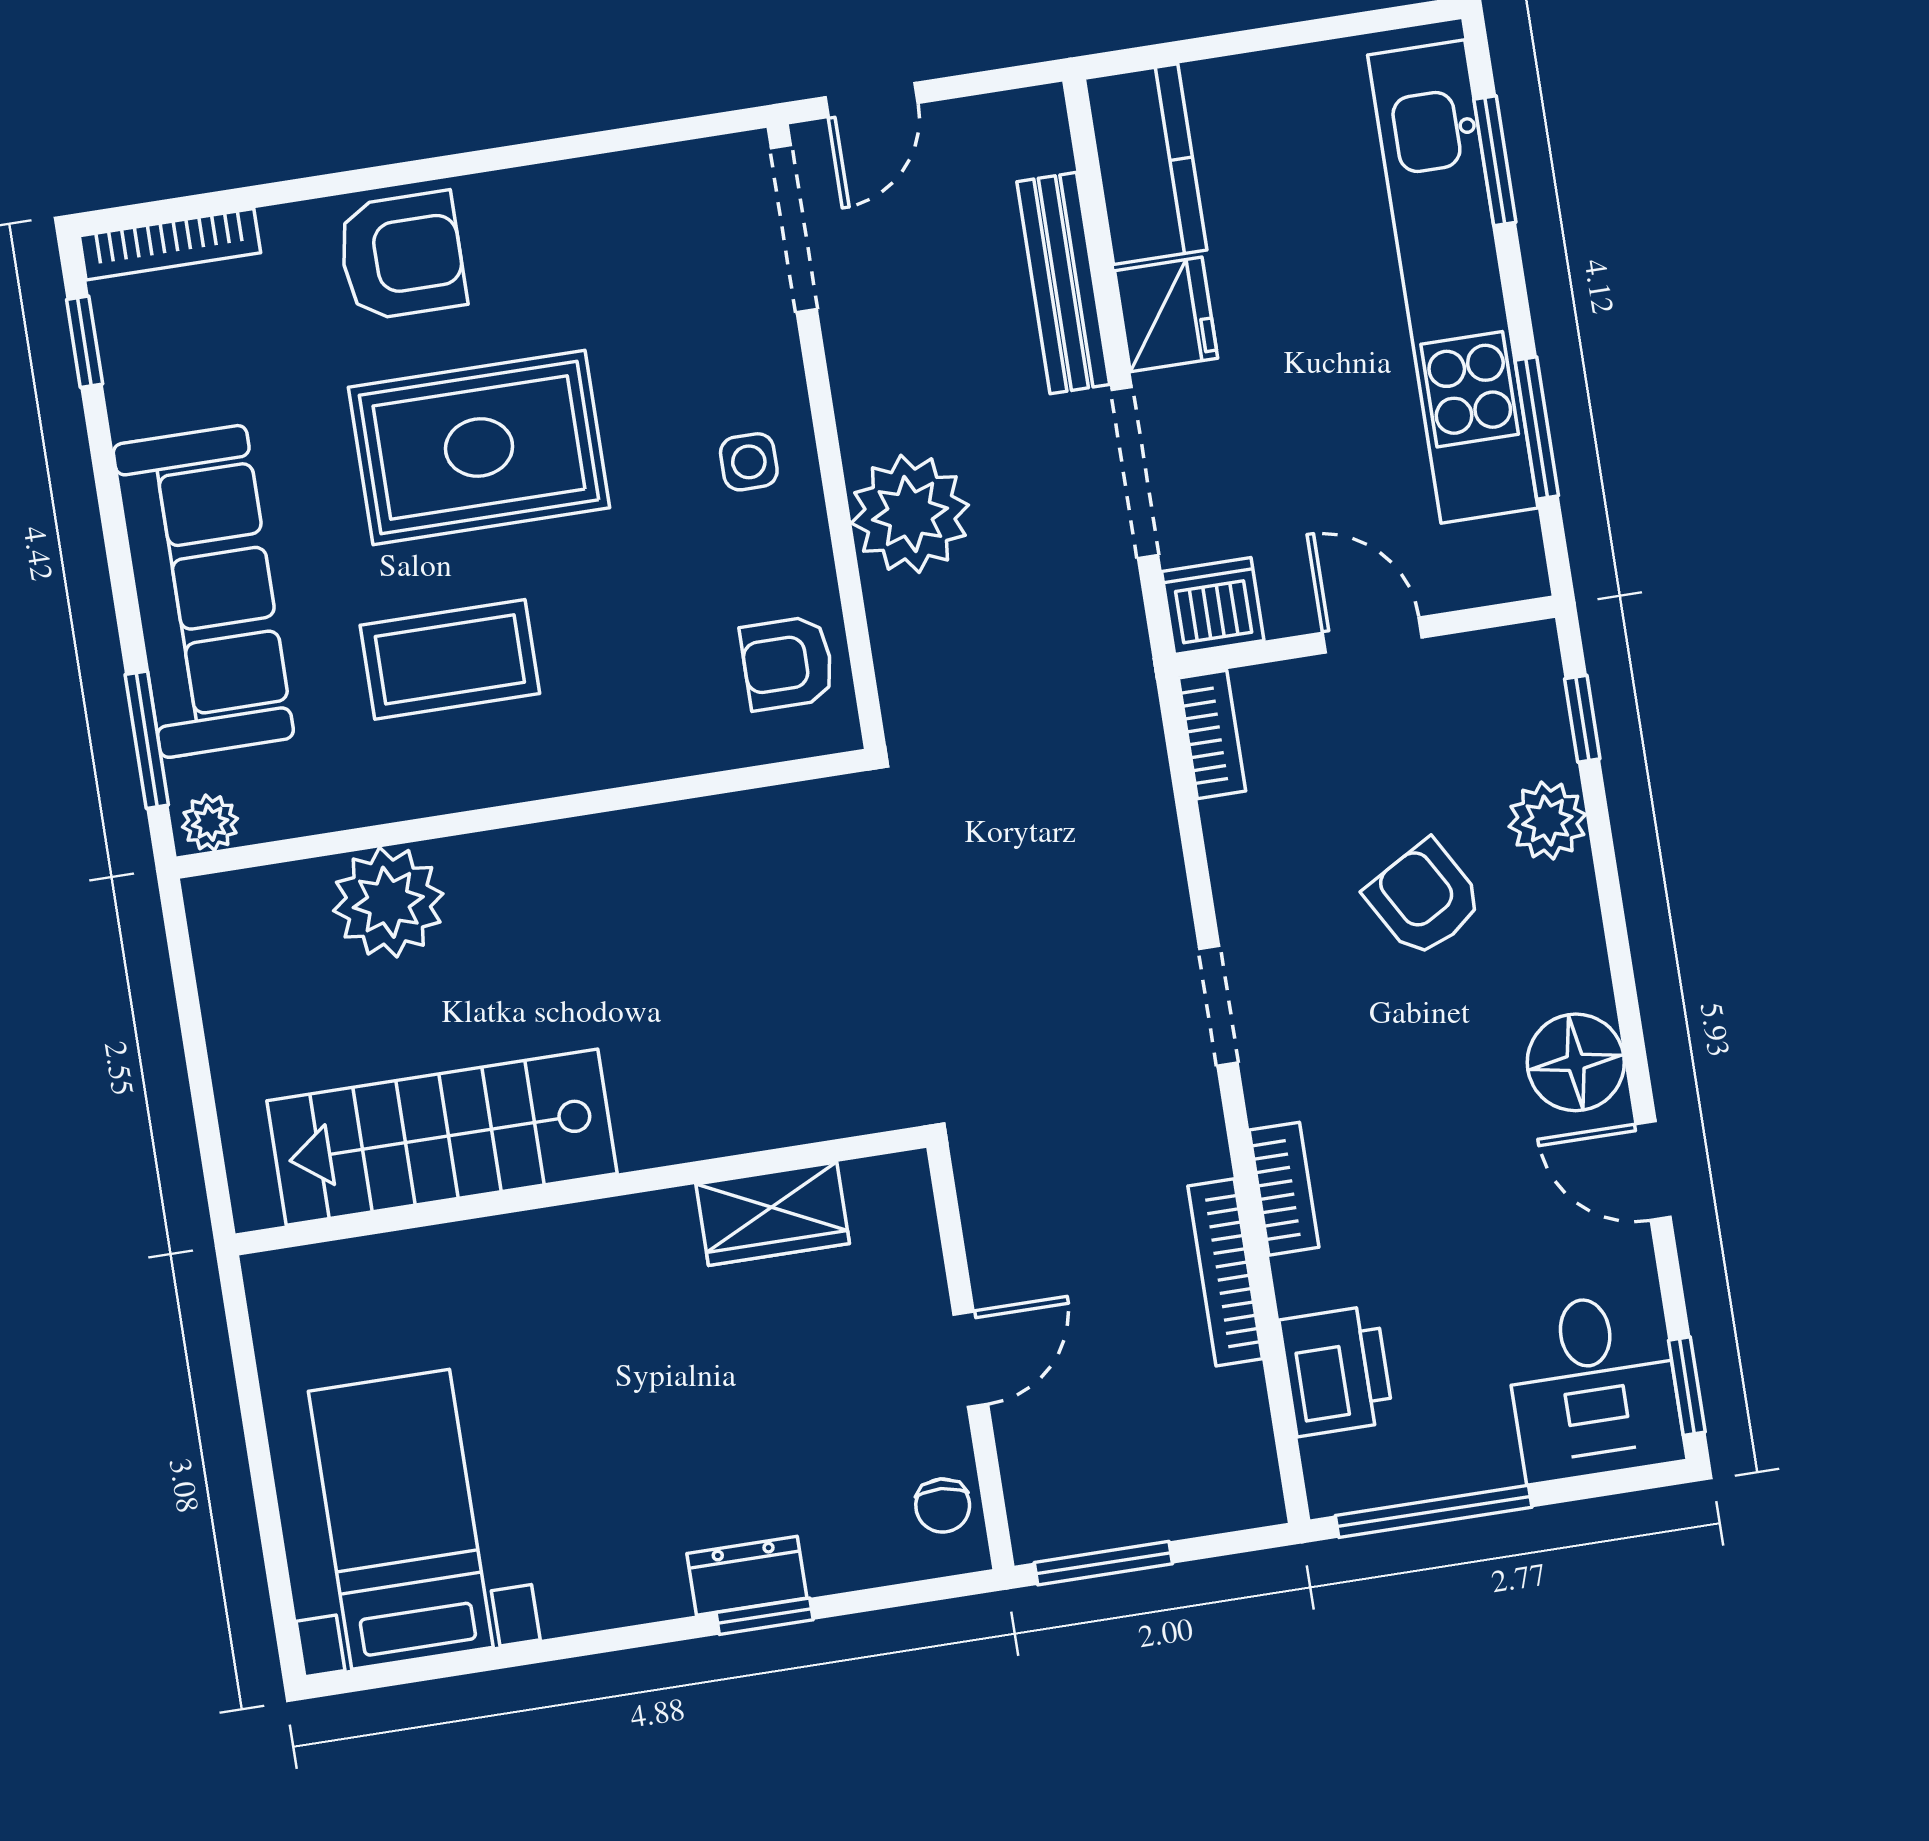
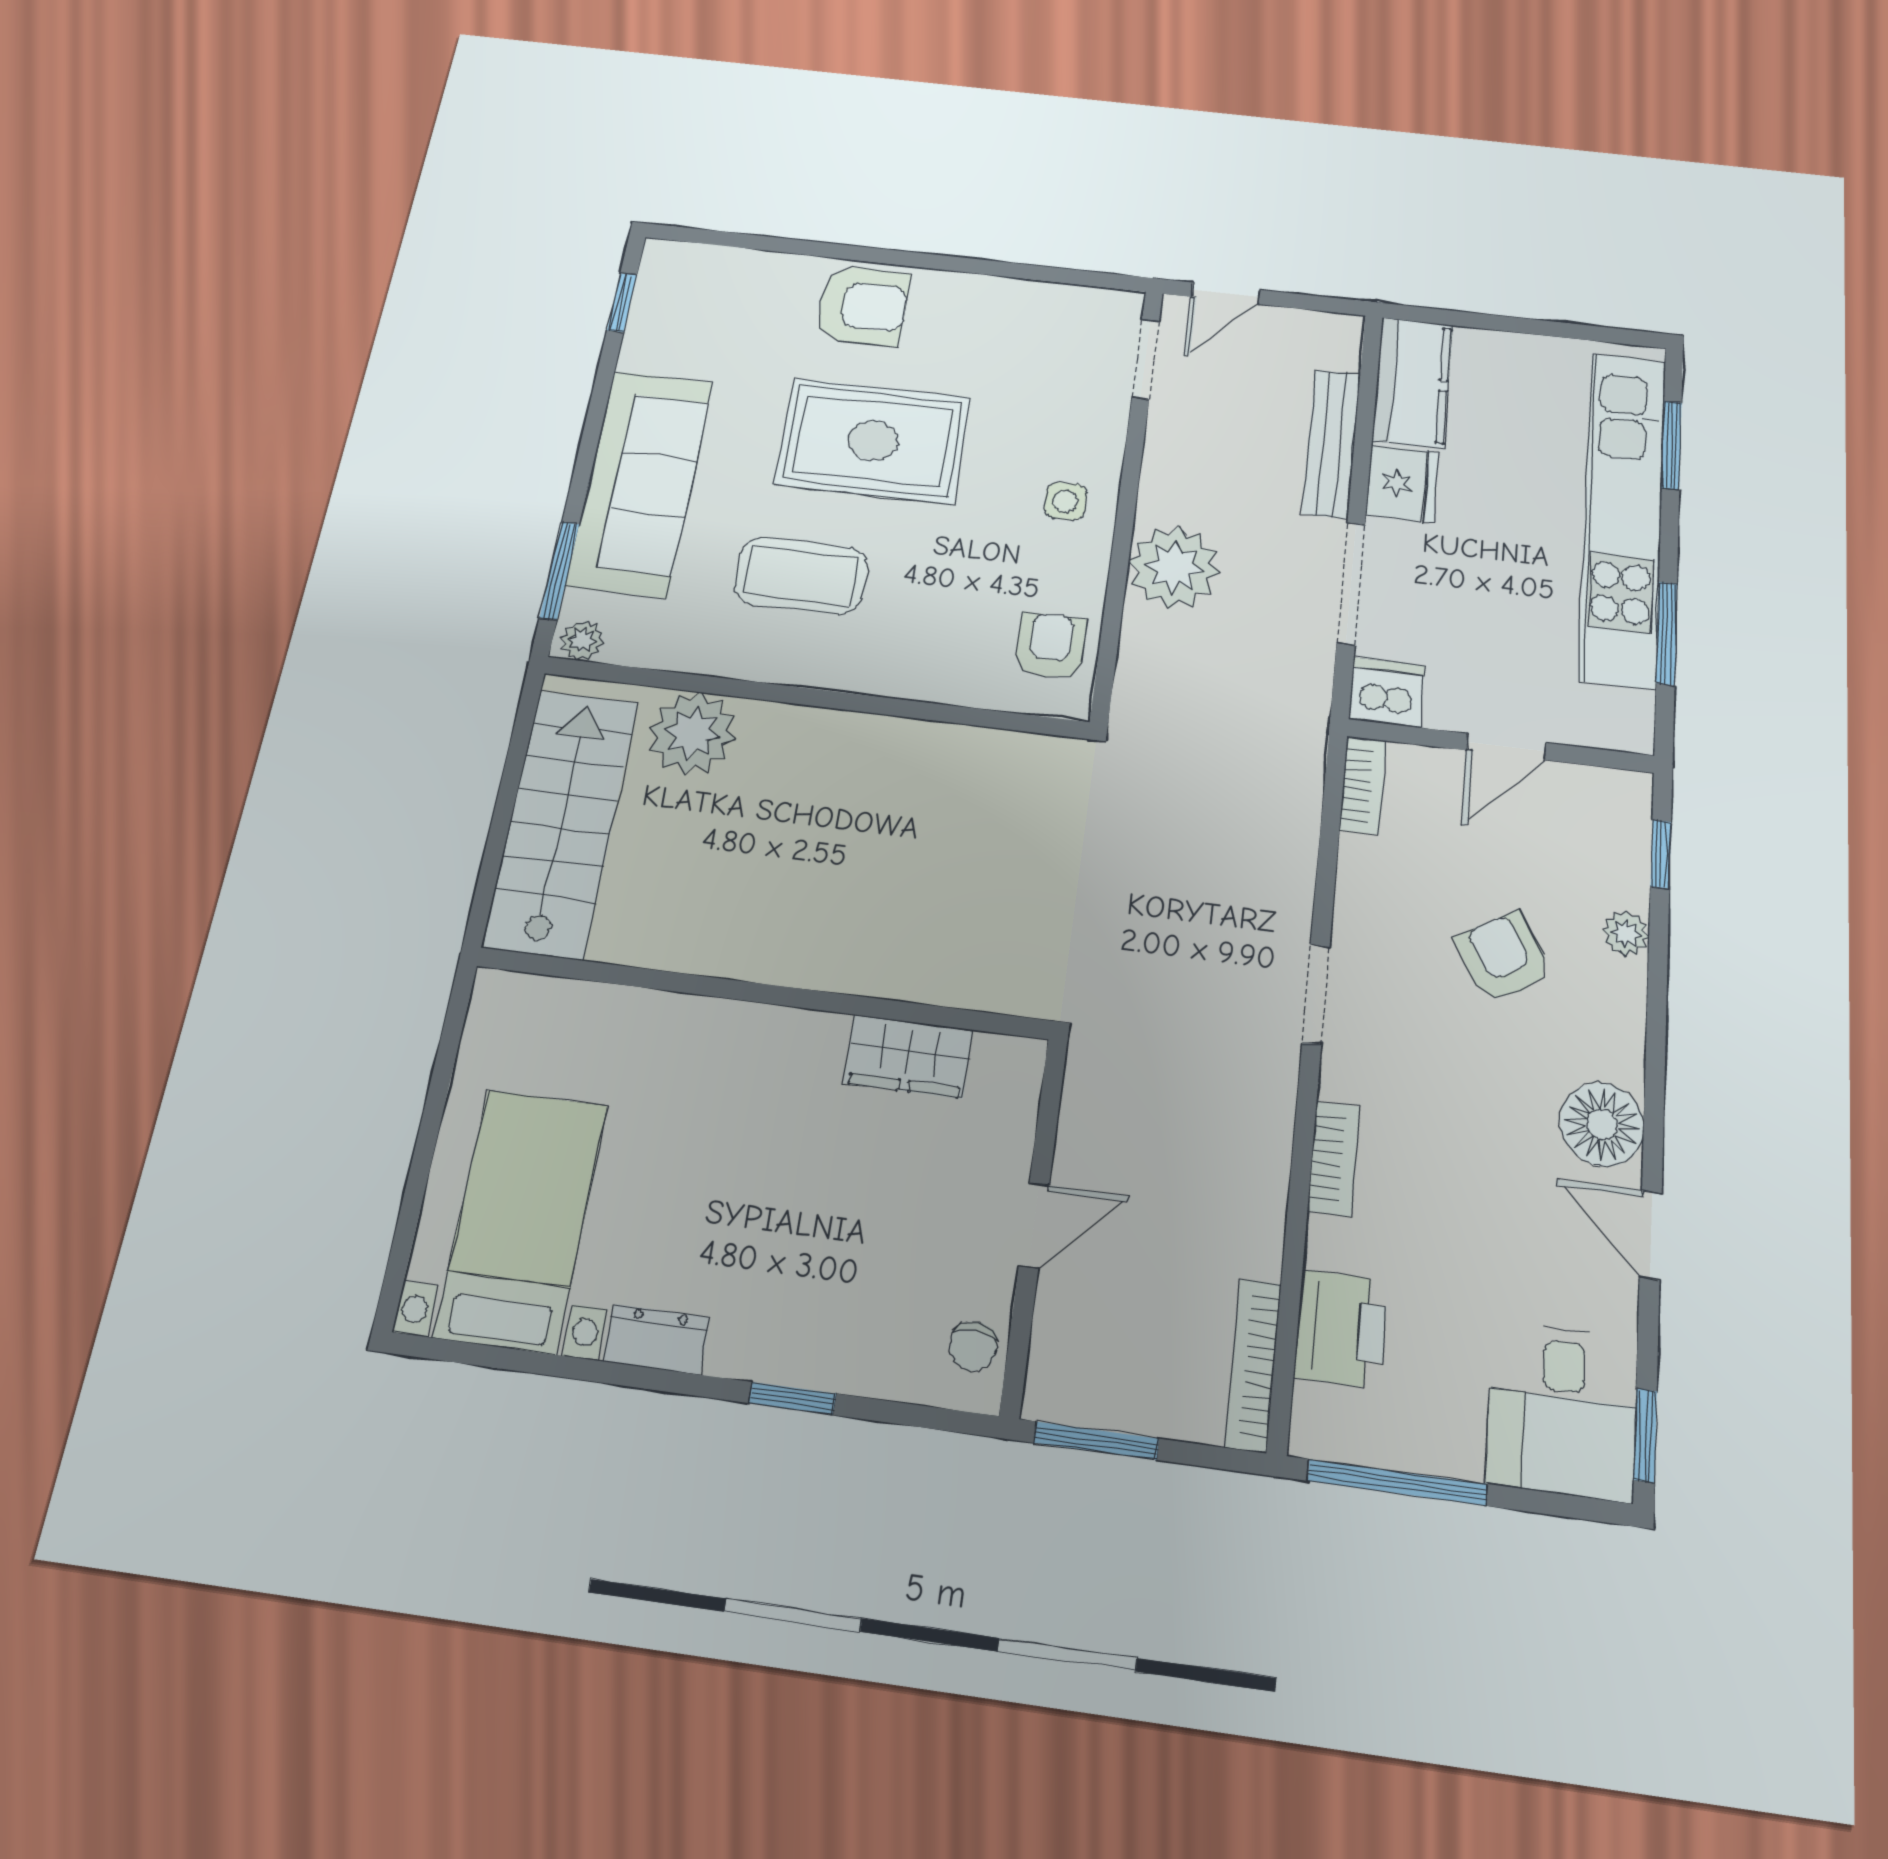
doorway: (794, 229) -> (1146, 359), width x0.73
bookcase: (170, 244) -> (705, 258), removed
door: (1372, 635) -> (1506, 747), swing flipped
armchair: (787, 663) -> (1051, 646), turned 90
plant: (1547, 821) -> (1626, 934), width x0.73, depth x0.73
stairs: (442, 1137) -> (561, 823), moved, turned 90
bookcase: (1225, 1272) -> (1253, 1365), moved
dresser: (747, 1576) -> (657, 1339), moved

